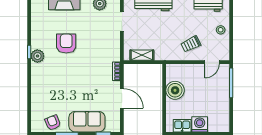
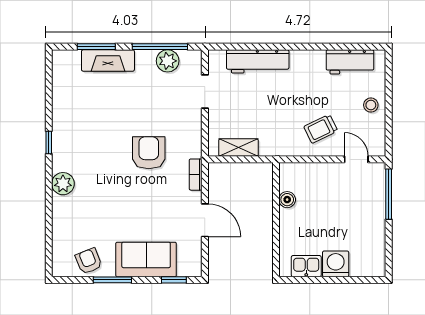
armchair: (66, 44) -> (149, 153), moved
plant: (37, 56) -> (63, 184), moved
door: (212, 62) -> (356, 159), swing flipped
boiler: (175, 90) -> (287, 200), width x0.54, depth x0.54

